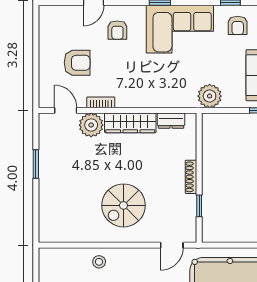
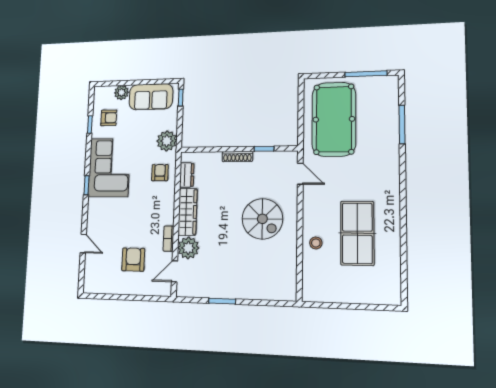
armchair: (117, 30) -> (160, 173), moved, turned -90

